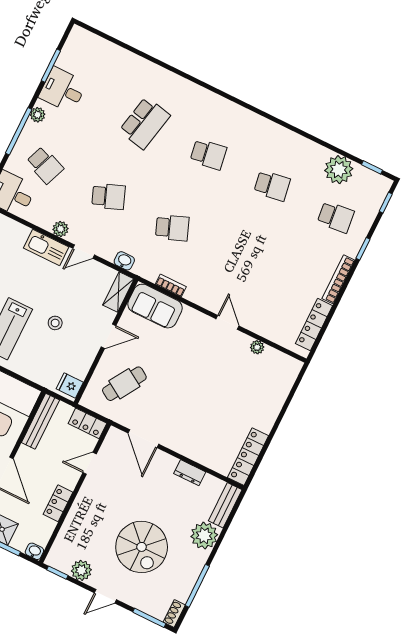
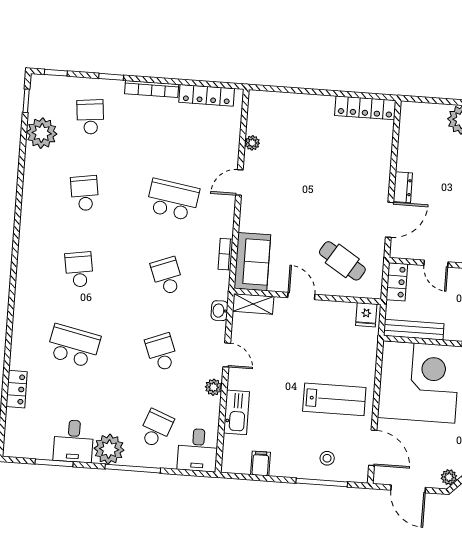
locker: (127, 59) -> (17, 389), added
plant: (38, 115) -> (109, 449), width x1.88, depth x1.88
kitchen sink: (46, 247) -> (236, 412), moved
school desk: (236, 259) -> (173, 200), added
stool: (55, 323) -> (310, 355), removed
dresser: (190, 473) -> (403, 187), moved
bench: (225, 505) -> (423, 111), removed

